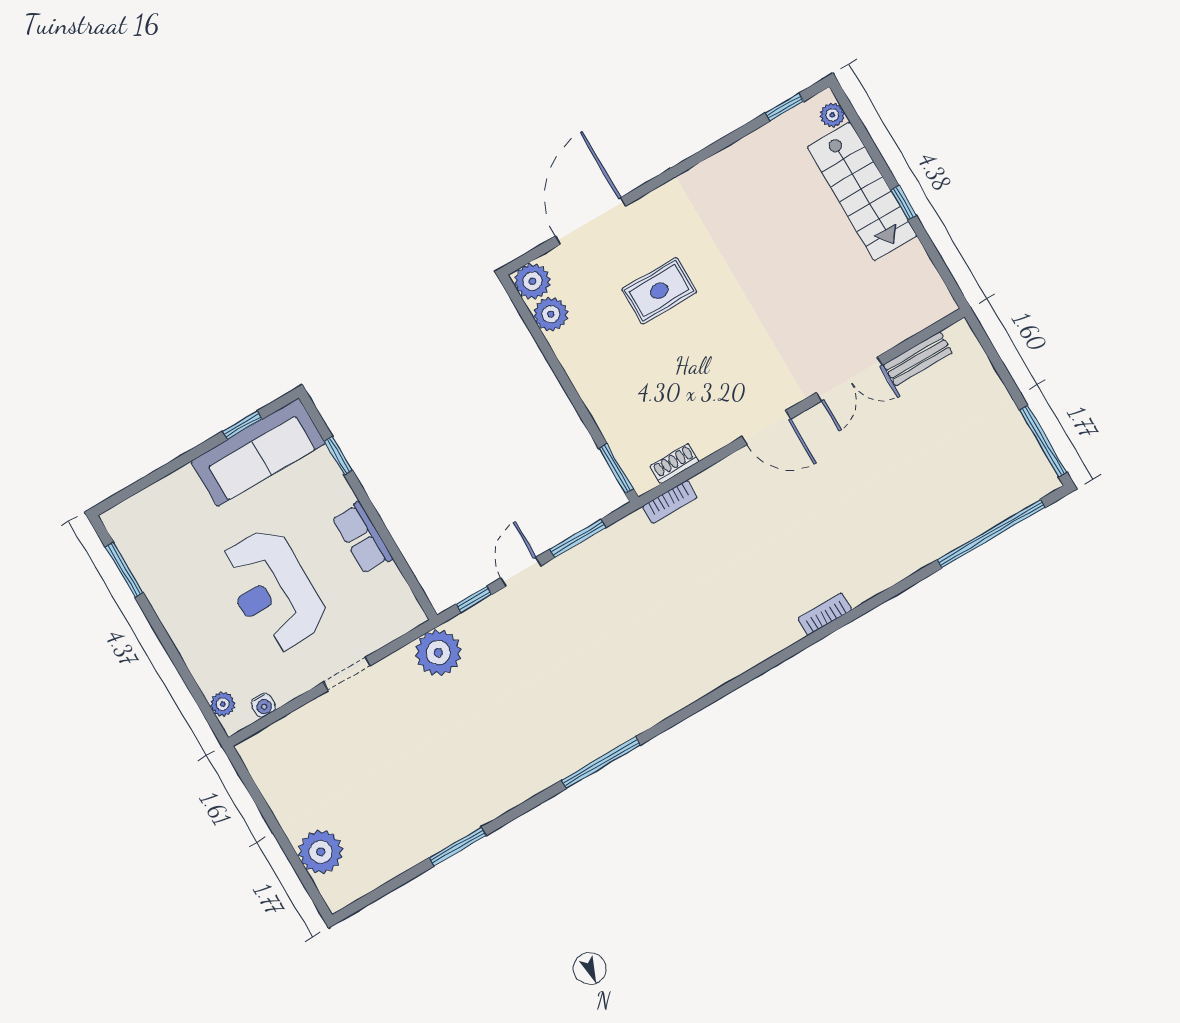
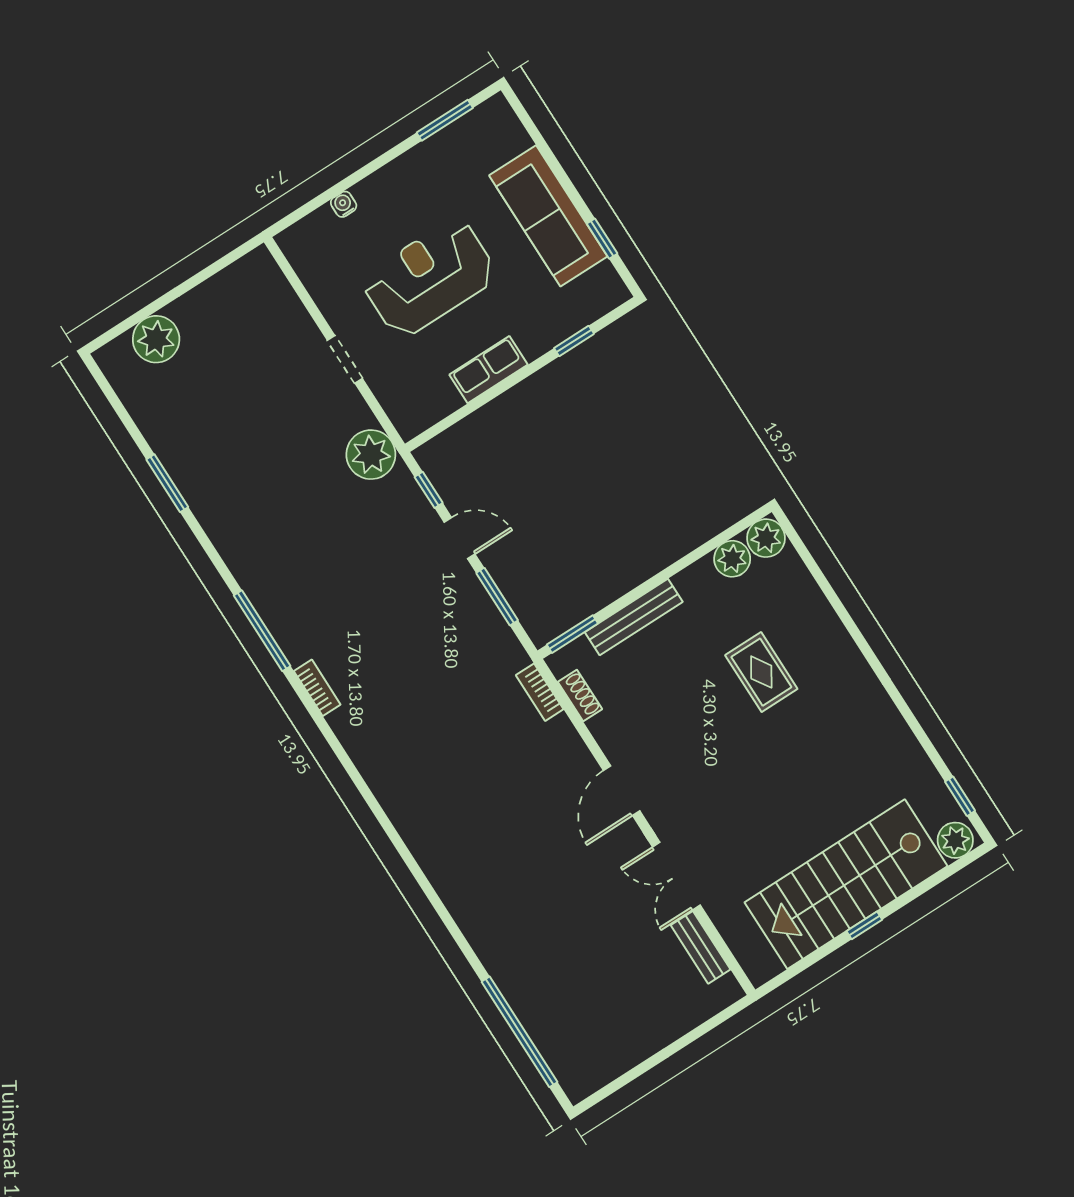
plant: (832, 115) -> (955, 840), width x1.38, depth x1.38
stairs: (862, 191) -> (846, 884), width x1.36, depth x1.51
door: (590, 221) -> (832, 597), removed
bench: (602, 410) -> (634, 617), added
window: (1043, 441) -> (619, 1083), removed
sofa: (258, 452) -> (548, 216), moved
bookcase: (825, 614) -> (317, 688), moved
plant: (223, 704) -> (307, 230), removed
water cooler: (263, 705) -> (344, 204), moved, turned 90

